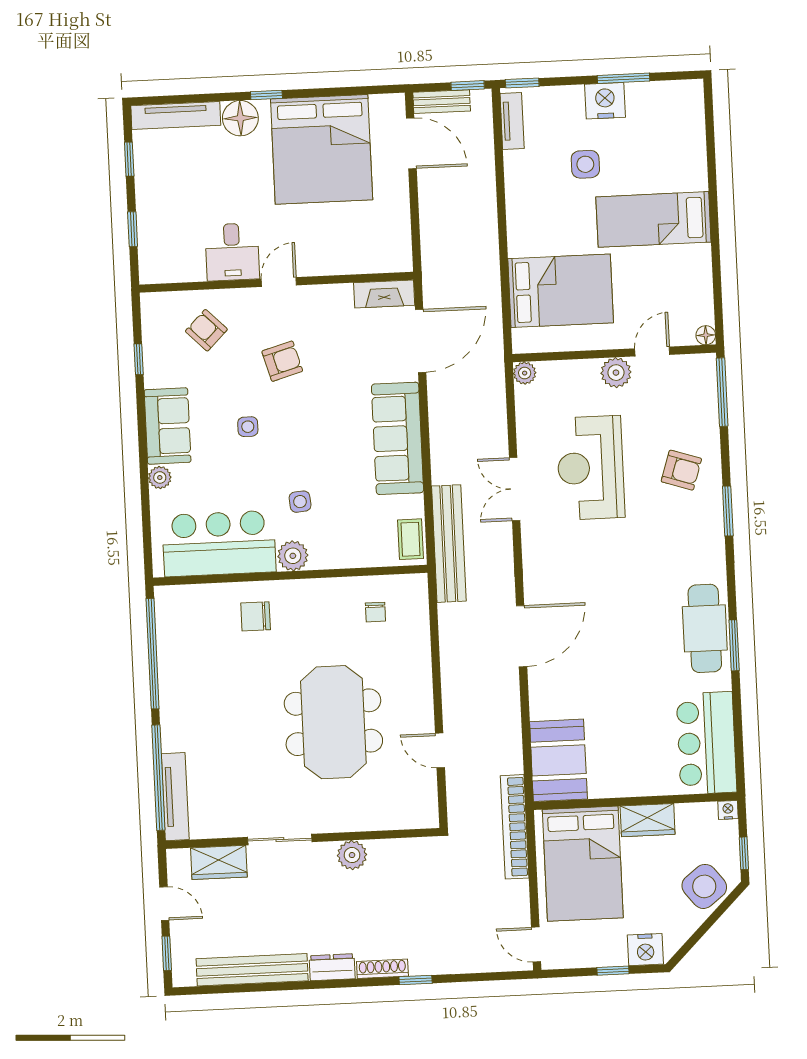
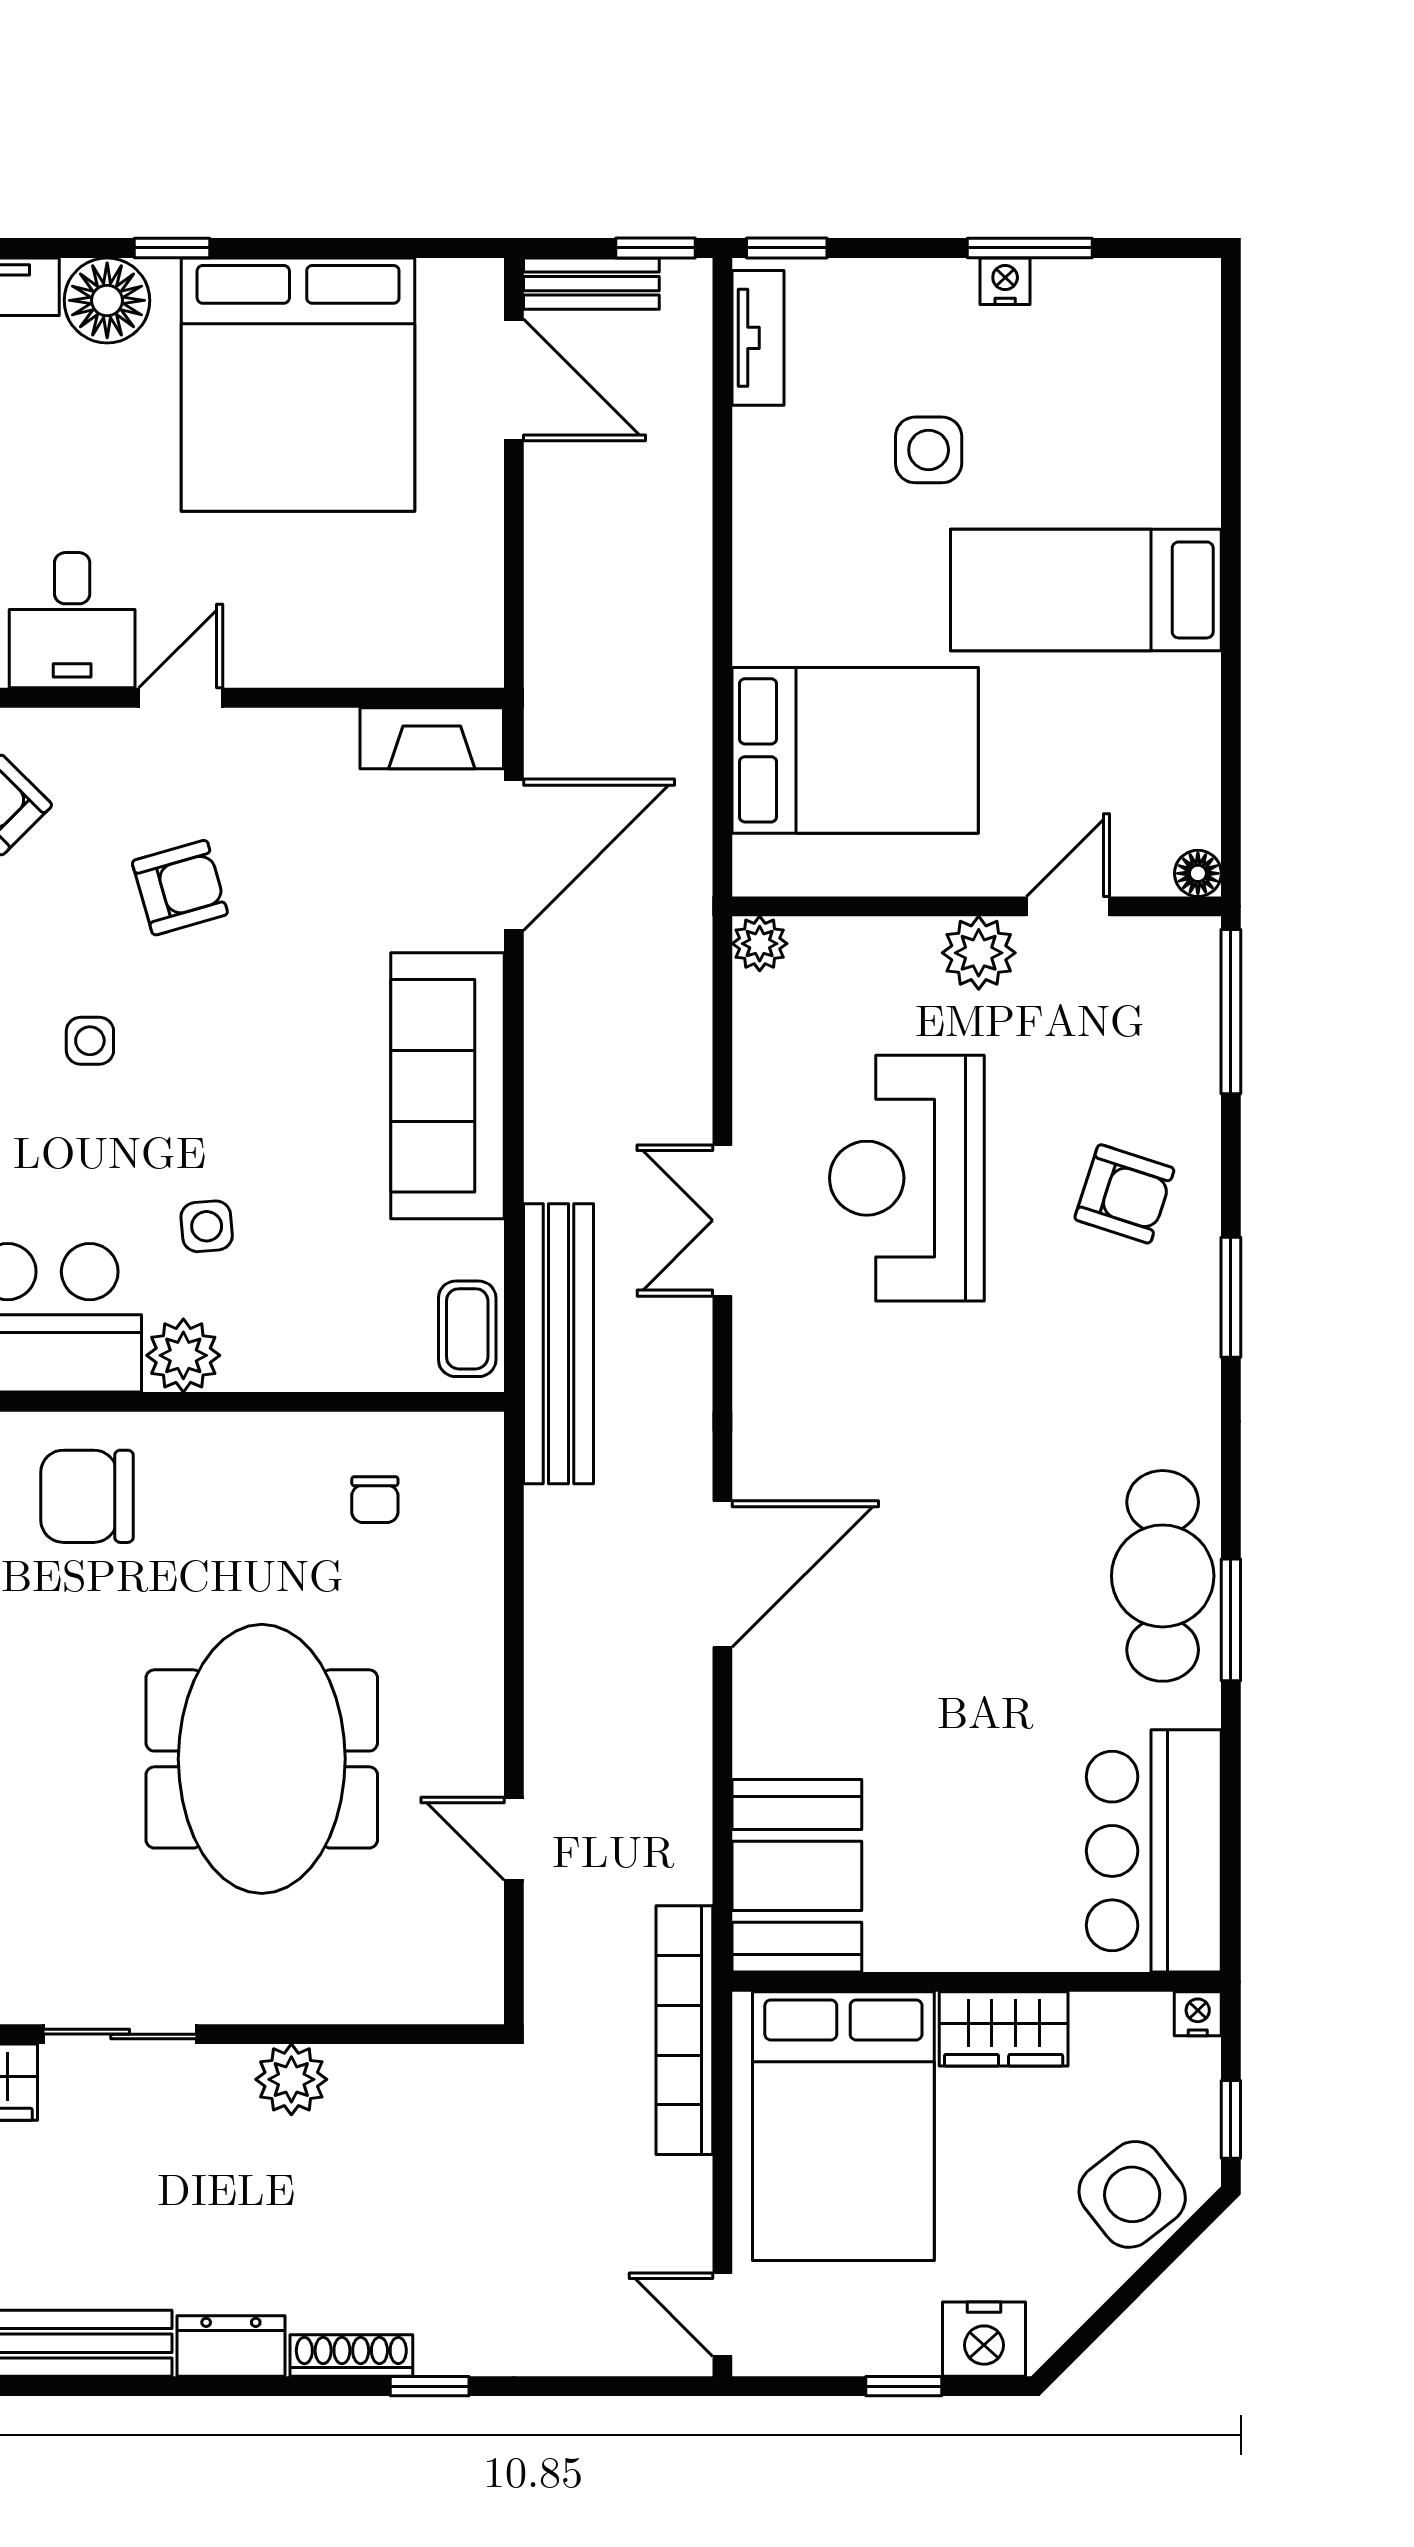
nightstand: (605, 101) -> (1005, 281), width x0.53, depth x0.56
chair: (256, 616) -> (87, 1496), width x1.37, depth x1.37

